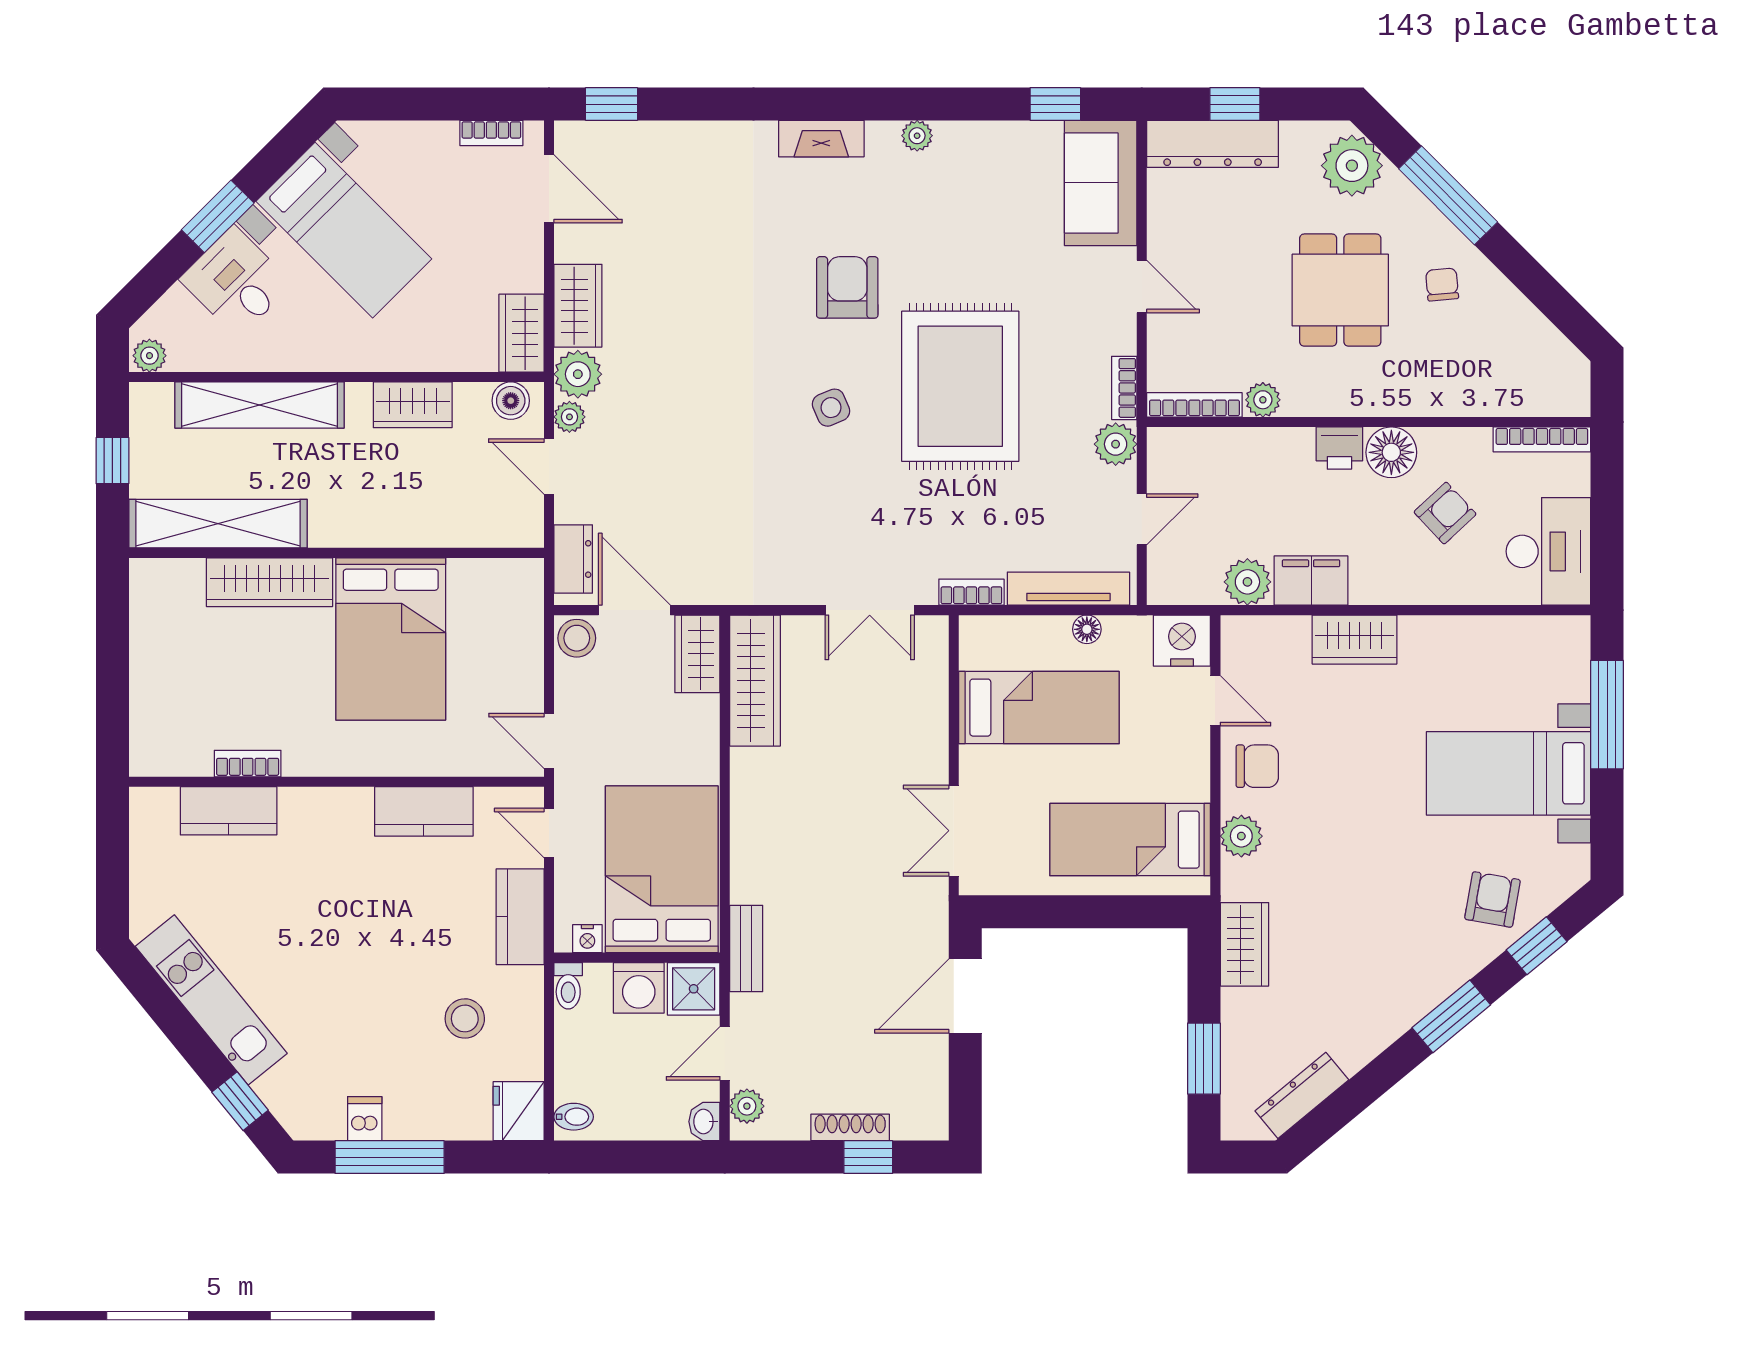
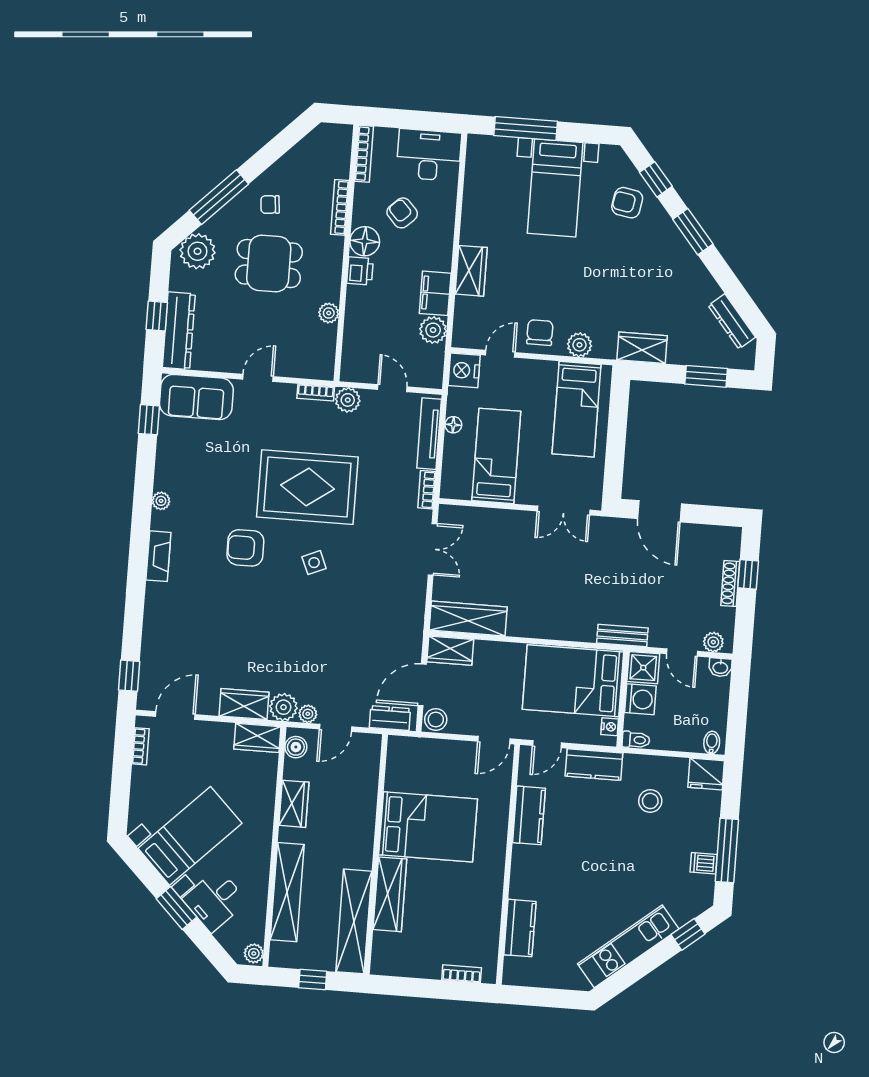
bookcase: (1194, 405) -> (340, 207), moved
bookcase: (248, 764) -> (462, 974), moved, turned 90

